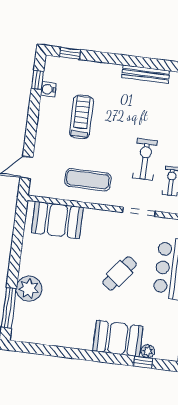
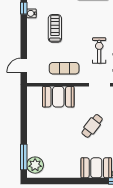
booth: (57, 220) -> (58, 97), moved
plant: (29, 289) -> (35, 165), moved

